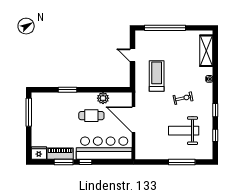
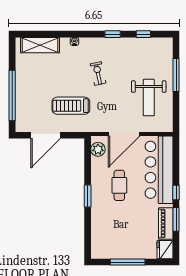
door: (132, 55) -> (46, 135), width x1.88
window: (67, 90) -> (88, 196), moved
plant: (103, 98) -> (98, 149), moved
window: (29, 112) -> (128, 262), moved
weight bench: (184, 131) -> (149, 98), moved

